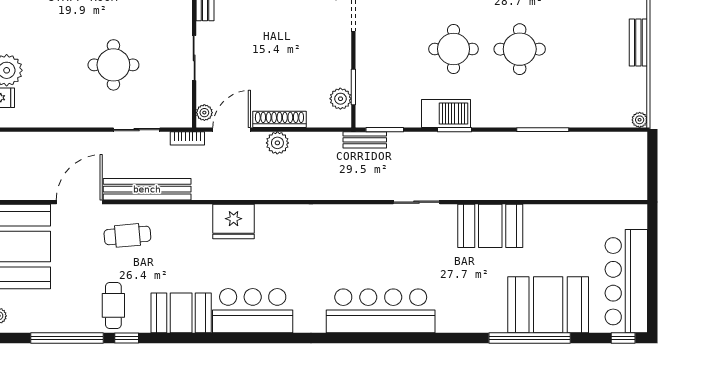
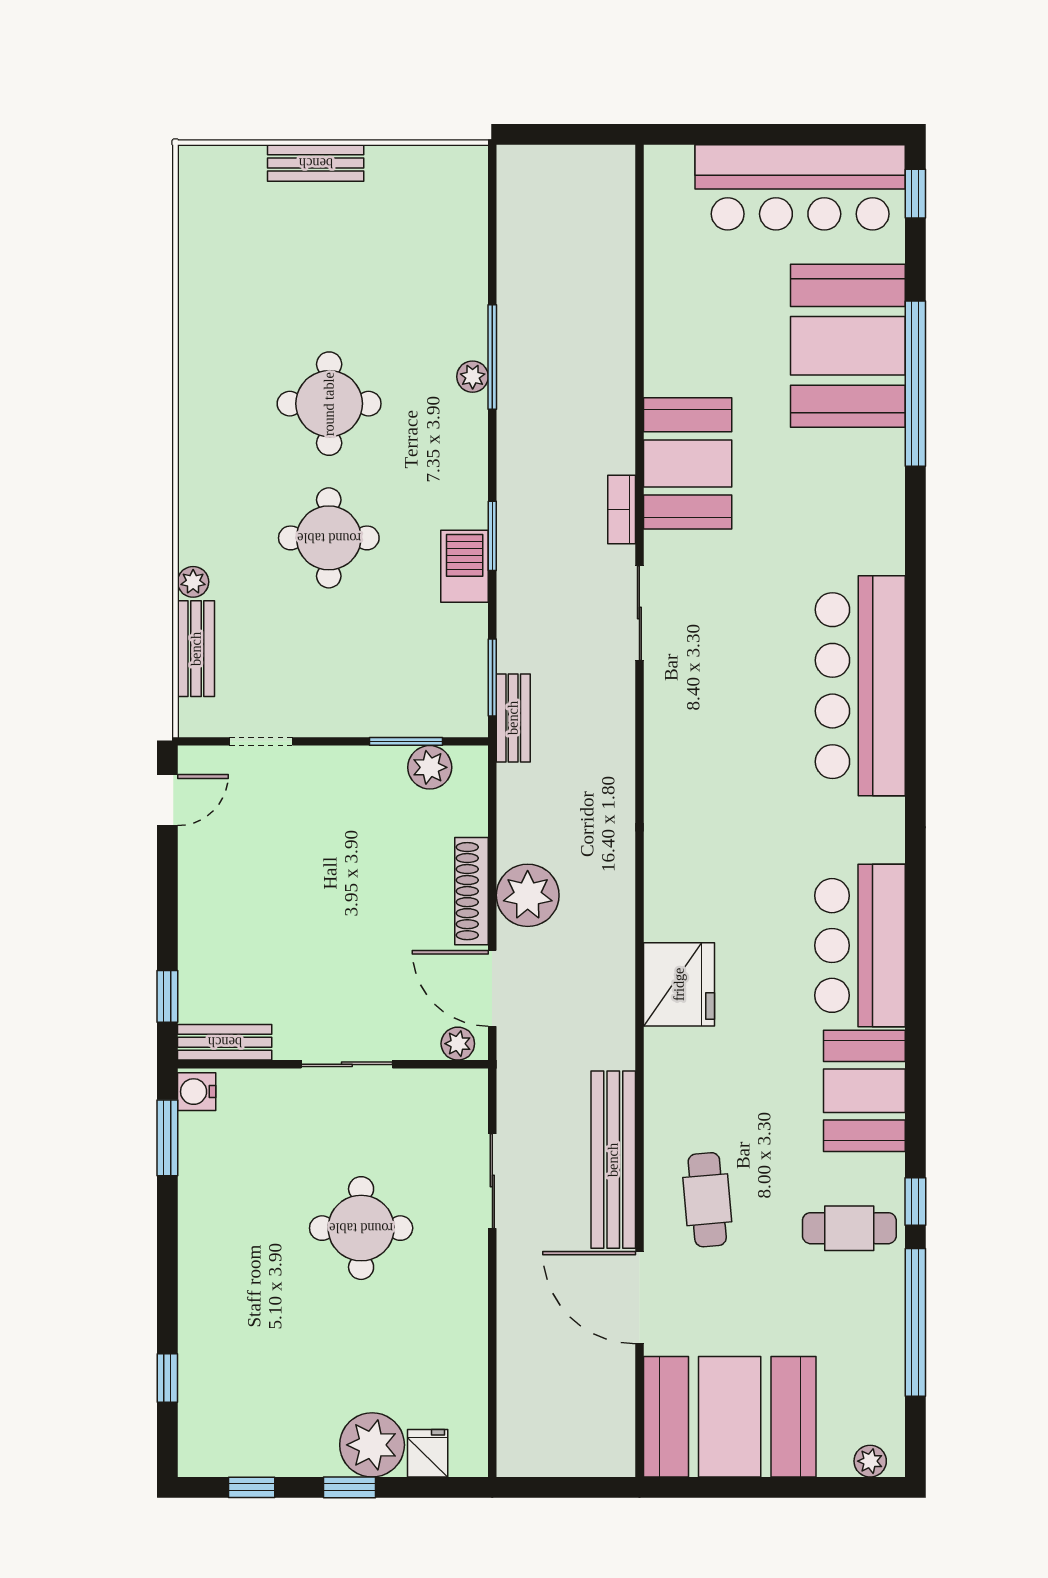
barbecue: (446, 113) -> (465, 566), width x0.73, depth x0.83
plant: (640, 120) -> (473, 377), moved
bookcase: (187, 138) -> (622, 509), moved, turned 180
plant: (277, 143) -> (528, 895), width x1.36, depth x1.36

